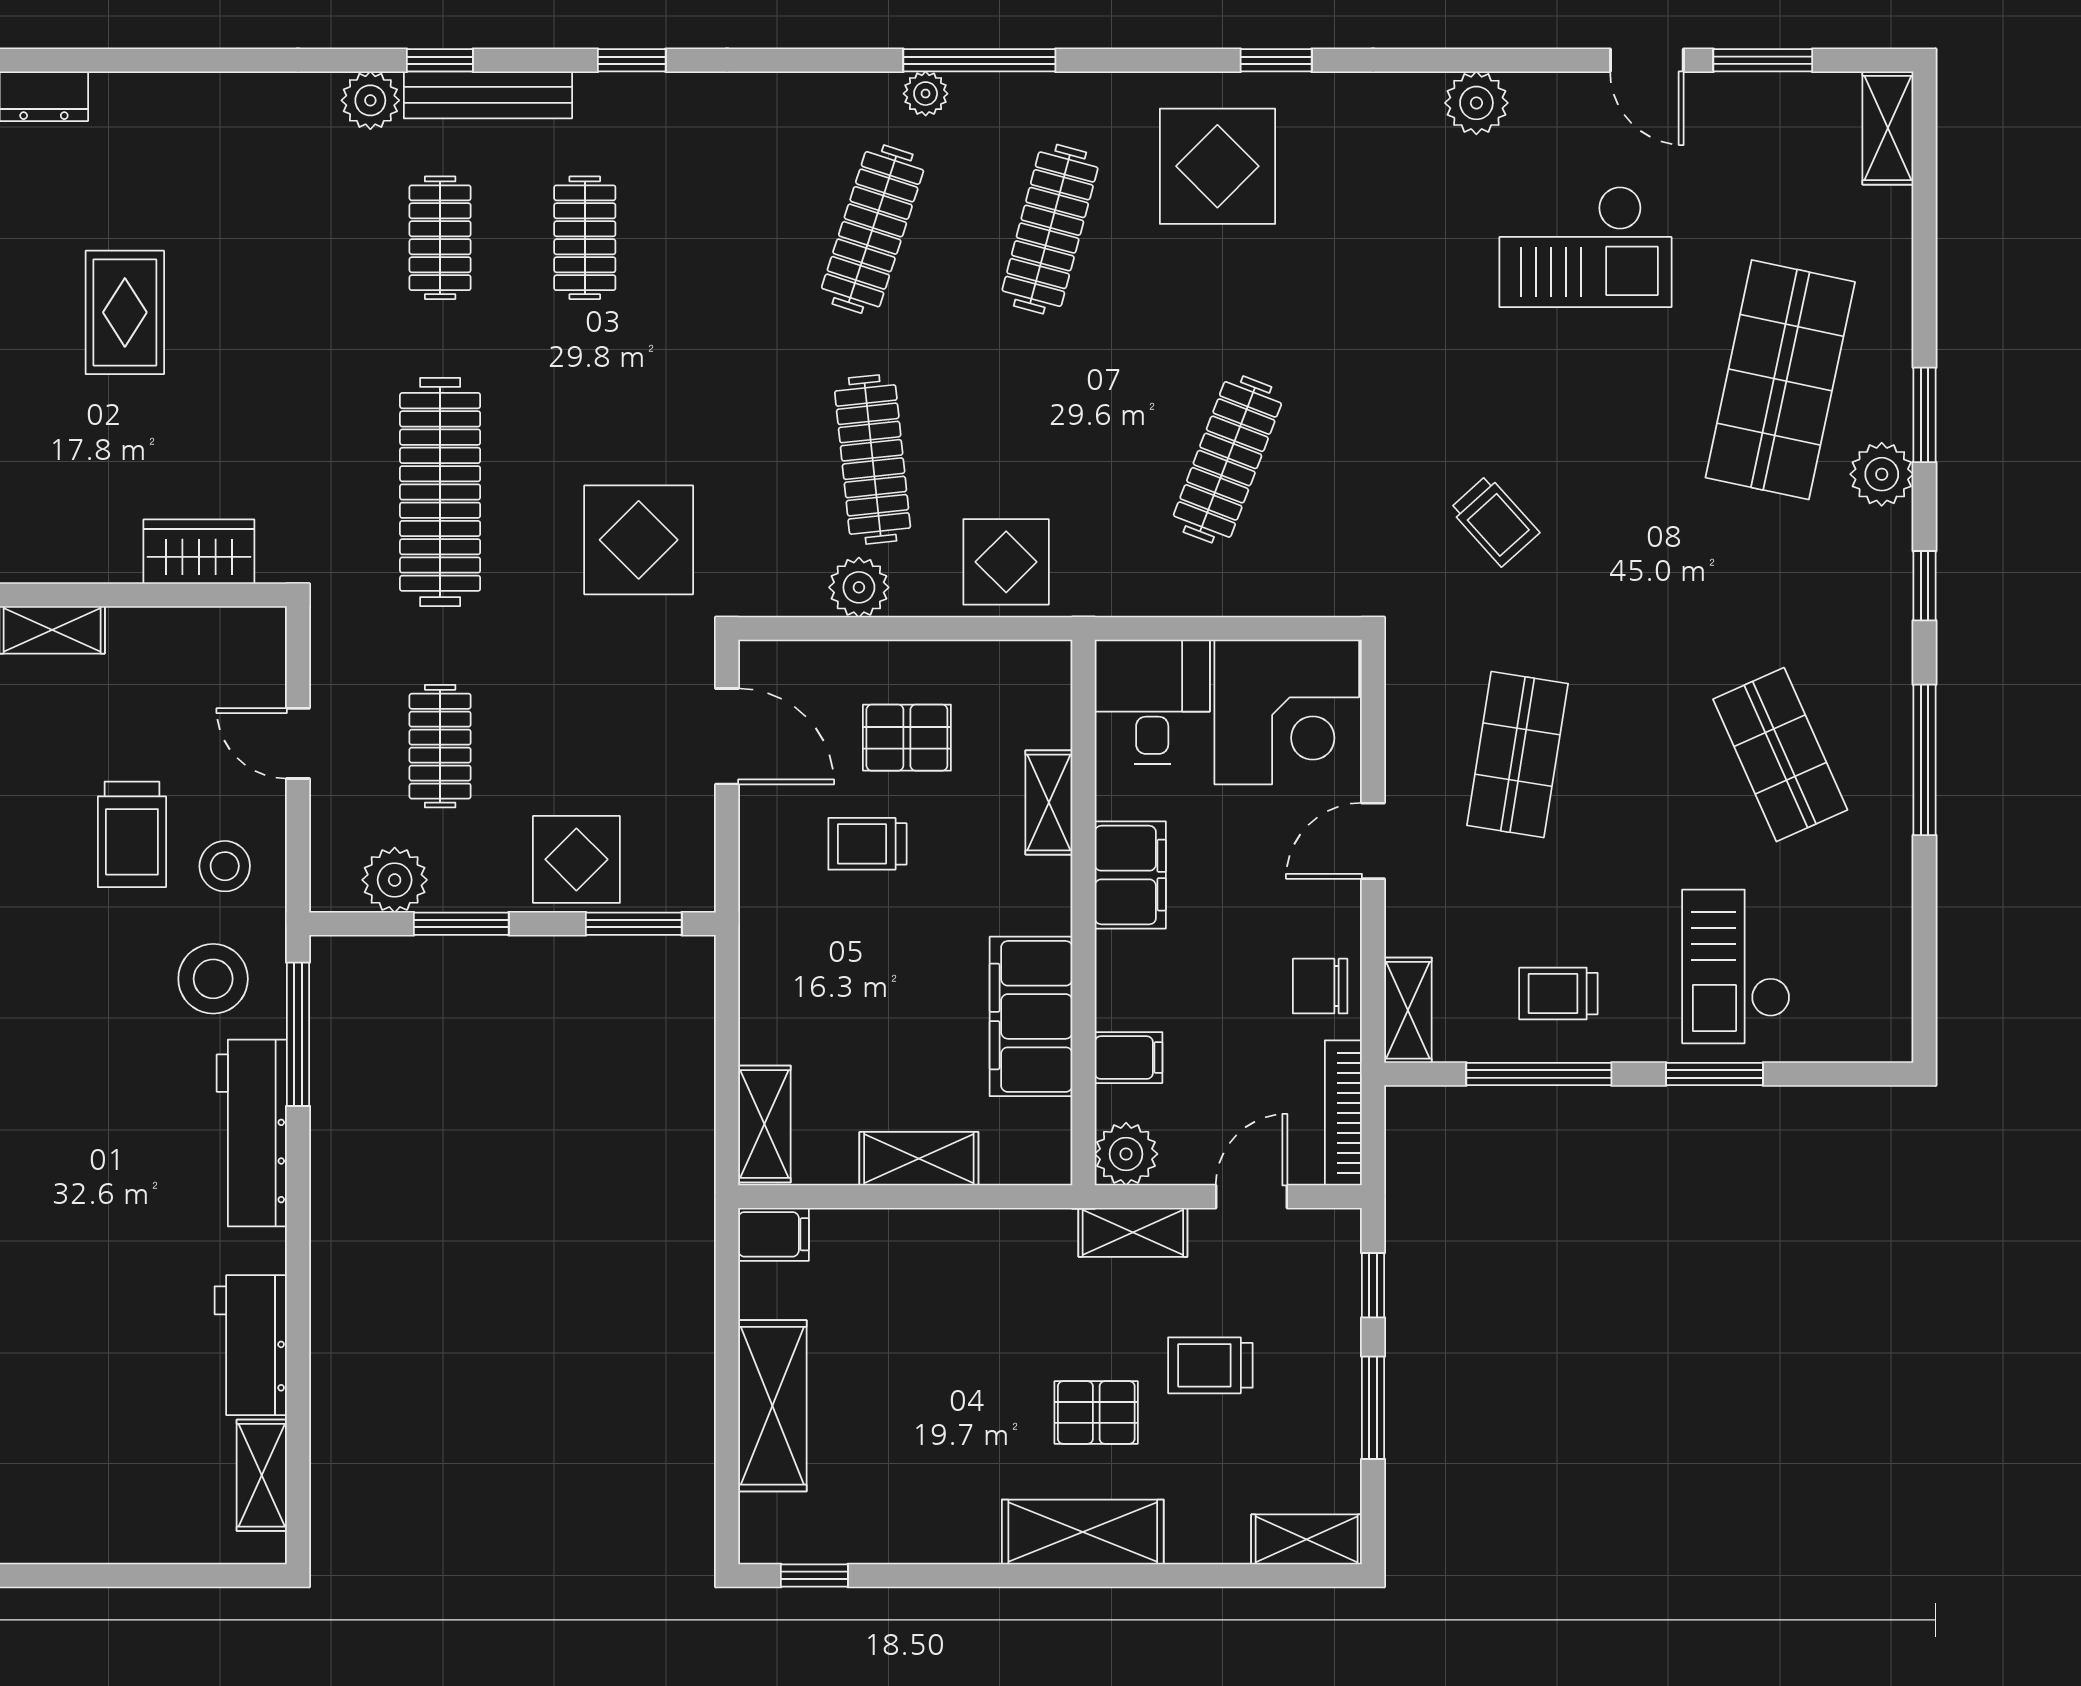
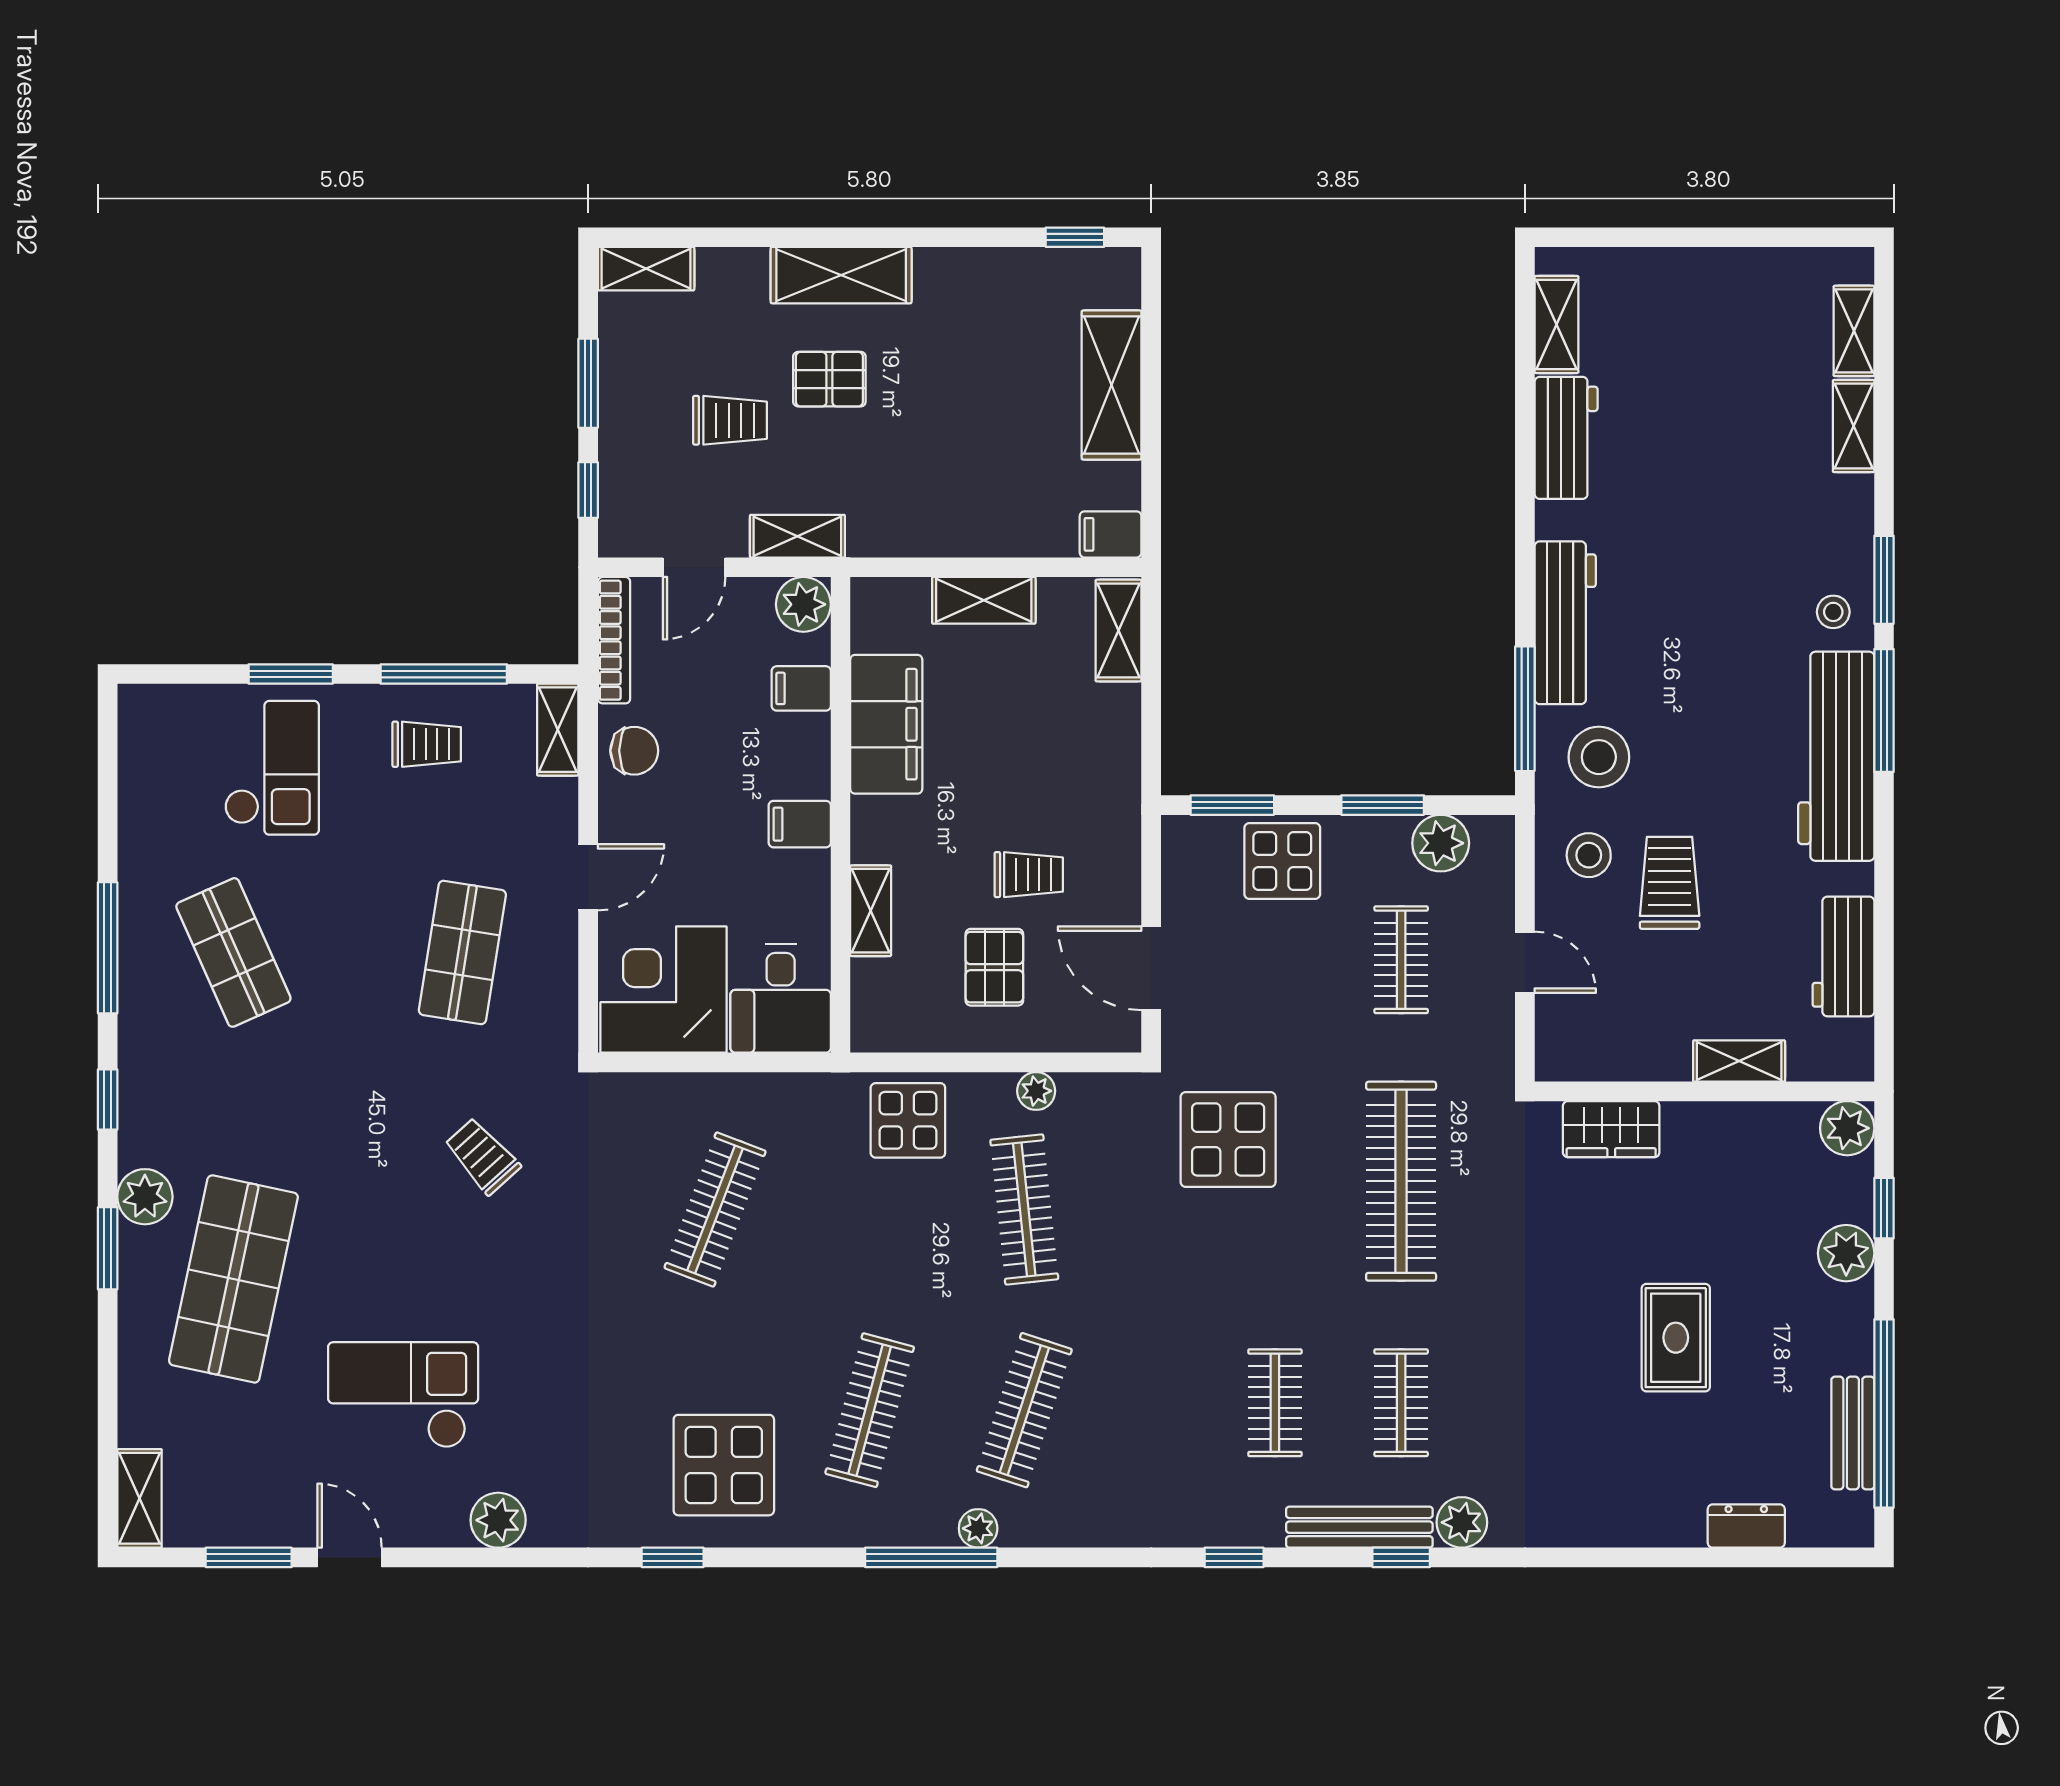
plant: (859, 587) -> (1036, 1091), width x0.73, depth x0.73
pallet: (907, 738) -> (994, 967), turned 90
filing cabinet: (1130, 875) -> (800, 824), width x0.50

